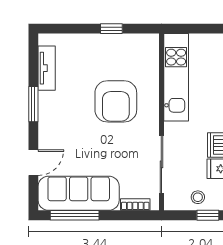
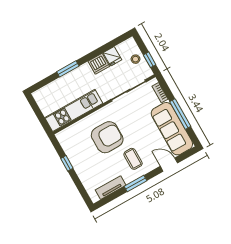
coffee table: (68, 119) -> (133, 159), added
window: (75, 215) -> (180, 114), moved
window: (208, 215) -> (150, 60), moved

